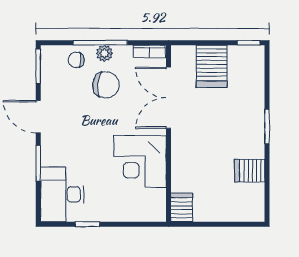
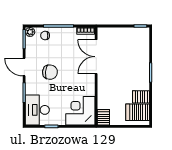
plant: (104, 53) -> (30, 32), moved
server rack: (212, 66) -> (138, 112), moved, turned 90
chair: (106, 85) -> (50, 72), moved
corner desk: (140, 161) -> (80, 111), moved, turned 90

